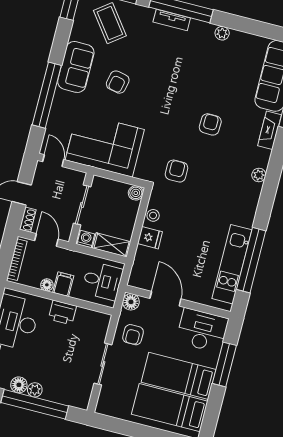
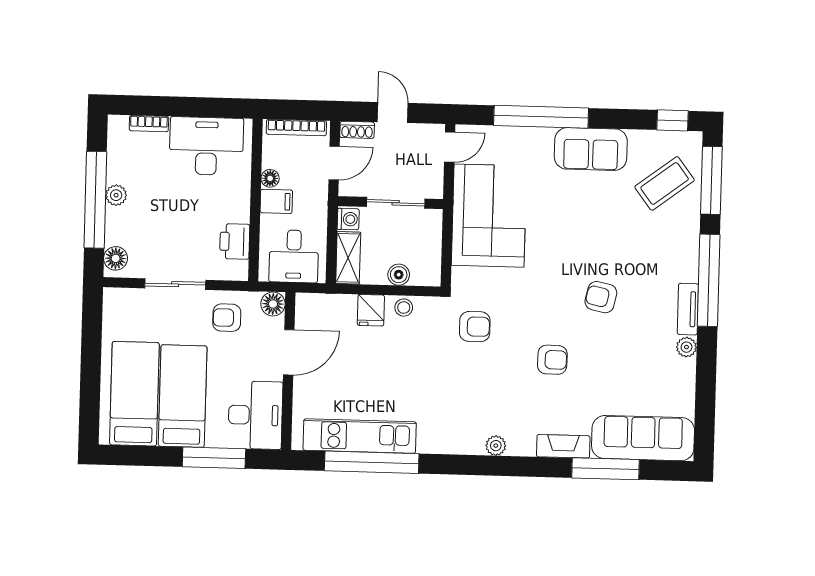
tv unit: (172, 20) -> (688, 309), moved
armchair: (118, 82) -> (601, 297), moved
boiler: (136, 193) -> (399, 275), moved
printer: (62, 312) -> (235, 242), moved
floor lamp: (19, 385) -> (116, 258), moved

